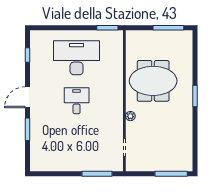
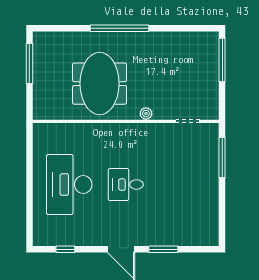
window: (107, 28) -> (29, 144), removed
window: (195, 96) -> (120, 28), width x2.11

